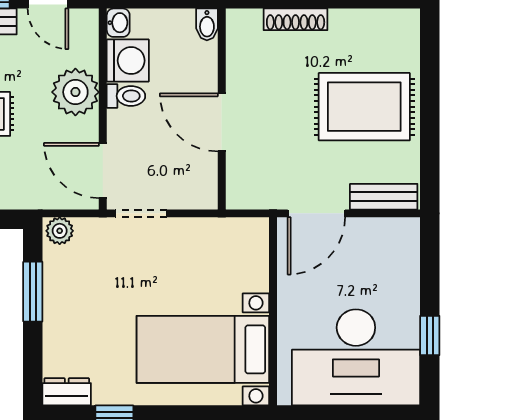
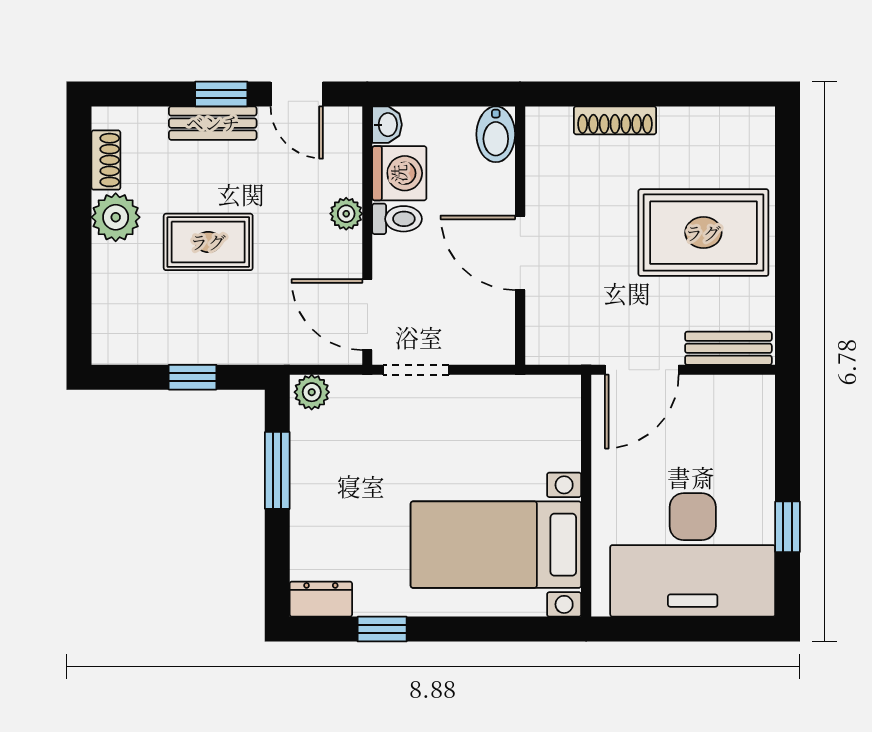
bidet: (207, 24) -> (496, 134), width x1.38, depth x1.36
plant: (75, 92) -> (346, 214), width x0.53, depth x0.53

